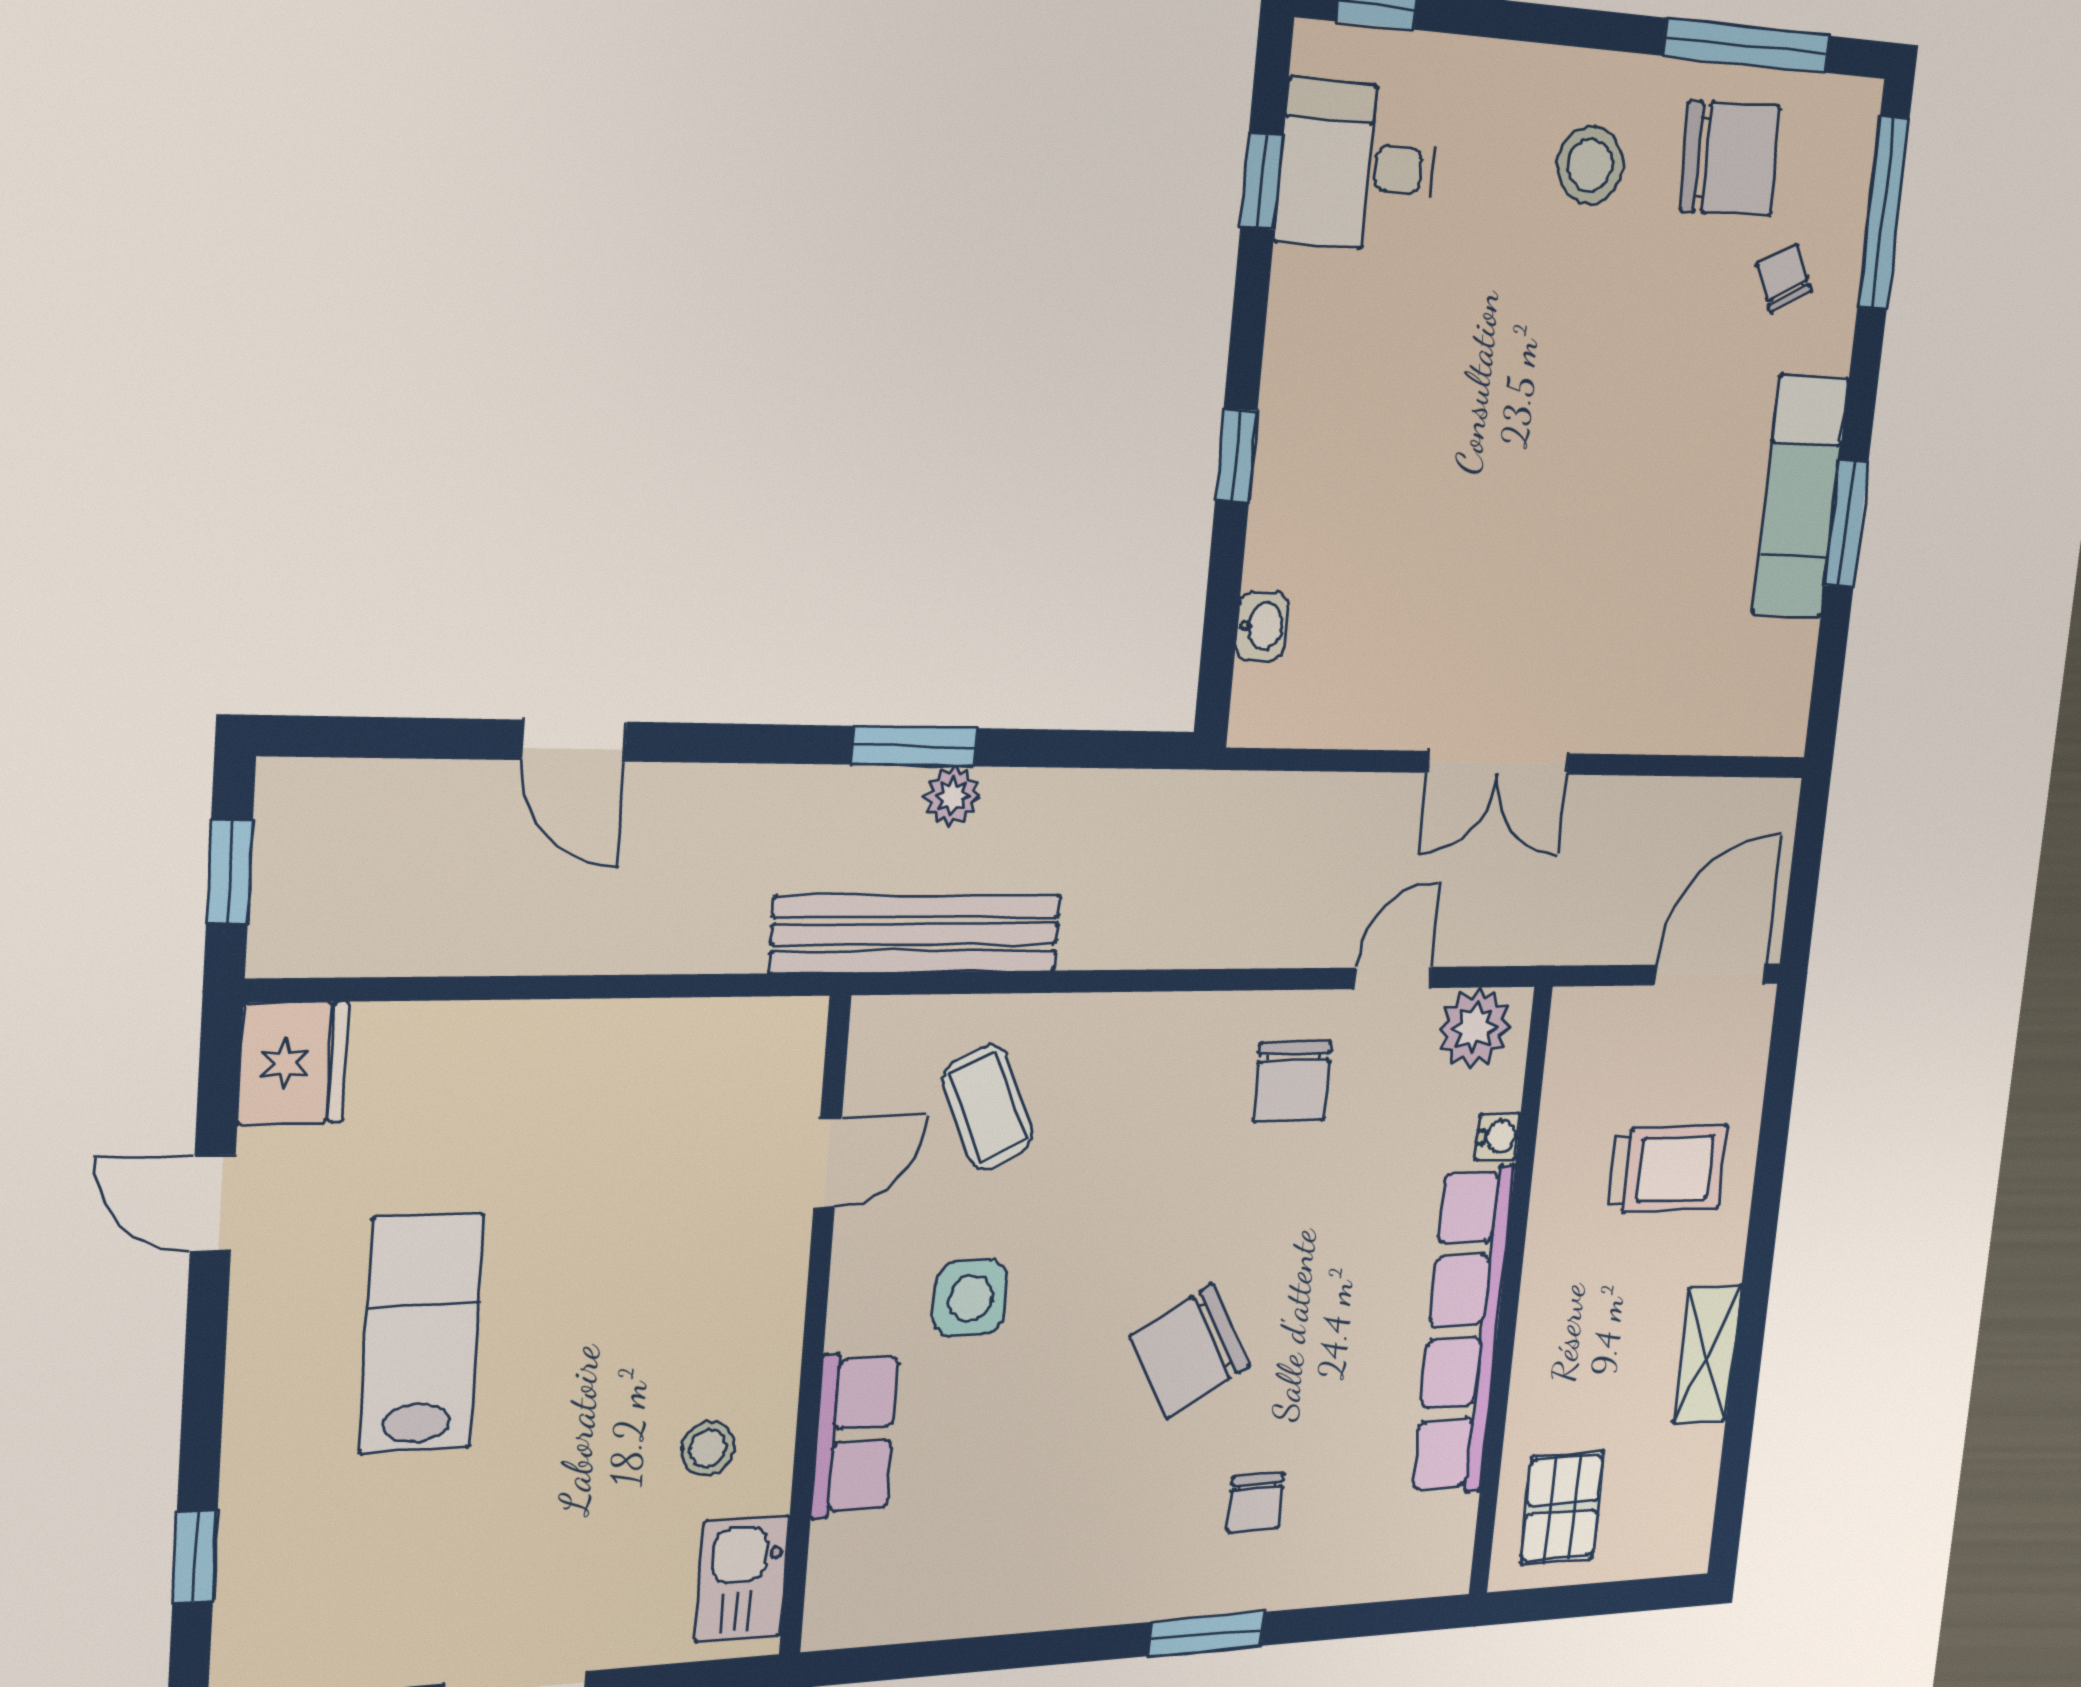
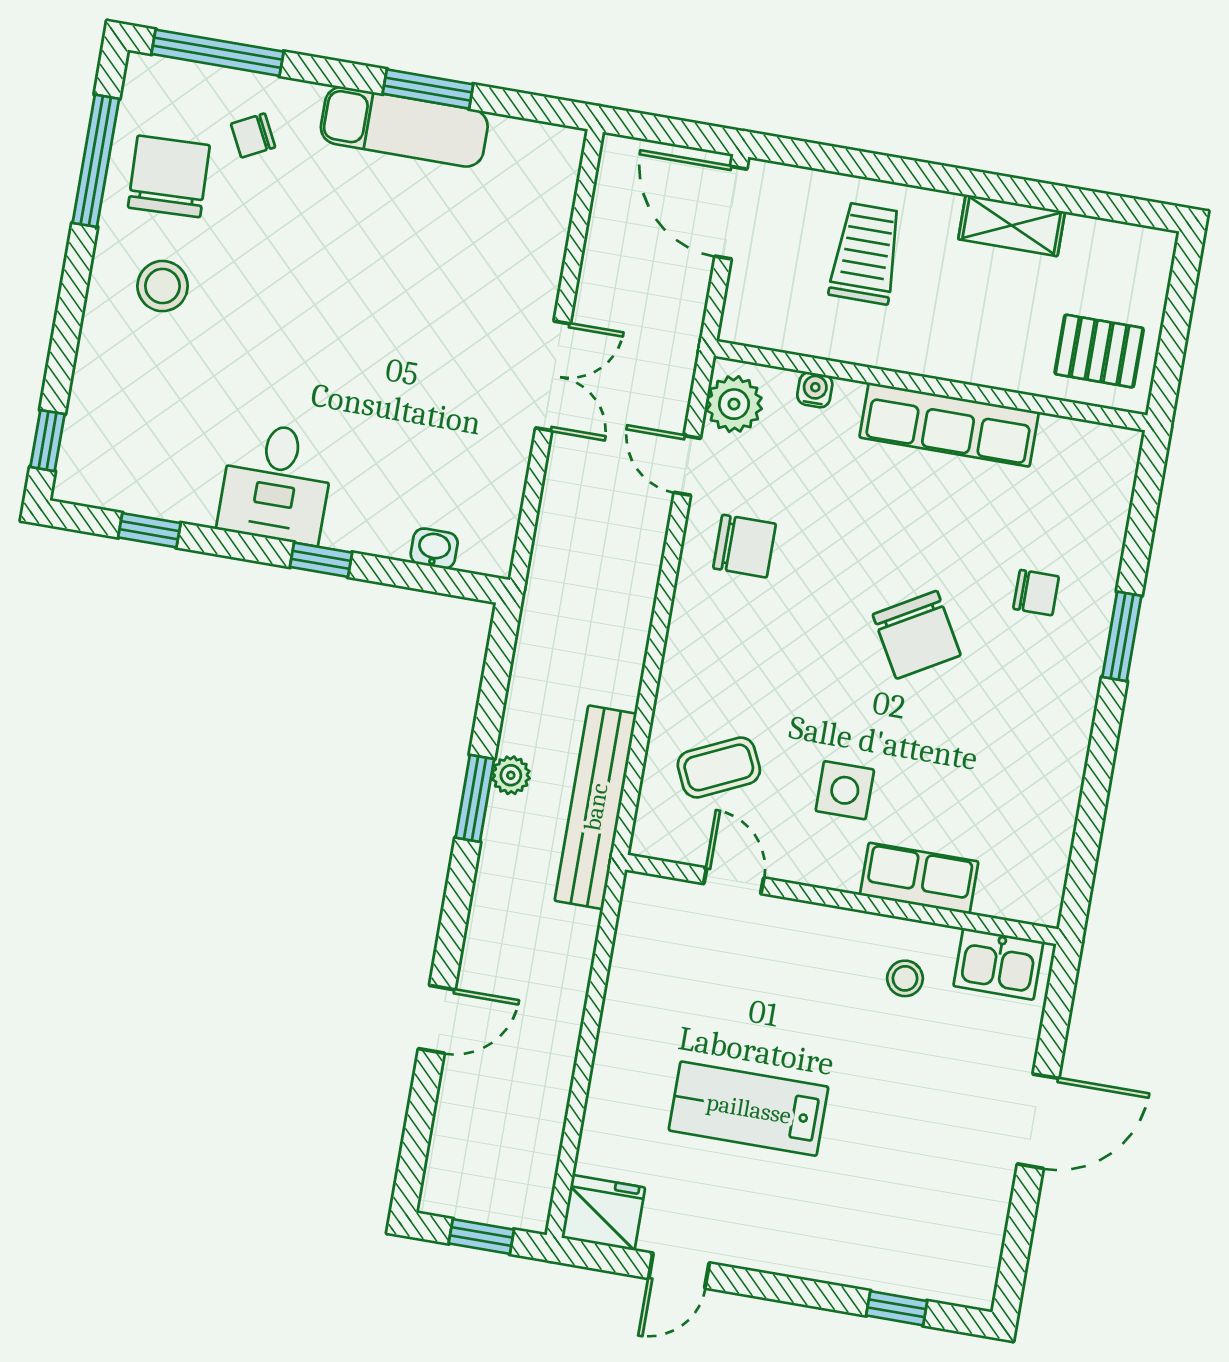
desk: (1357, 166) -> (276, 483), moved
row of seats: (1463, 1331) -> (949, 425), width x0.73
lab bench: (422, 1334) -> (749, 1109), moved

